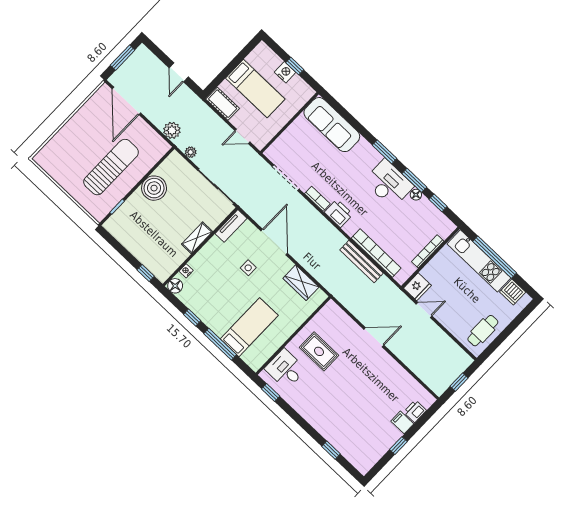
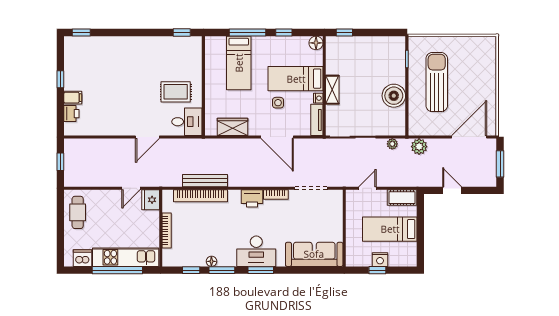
door: (126, 101) -> (469, 137), hinge flipped
sun lounger: (111, 167) -> (437, 82), turned 180
desk: (389, 184) -> (256, 251), moved
nightstand: (186, 271) -> (318, 98), moved
bed: (217, 273) -> (296, 79), added
desk: (285, 369) -> (187, 122), moved
window: (331, 450) -> (81, 32), moved

